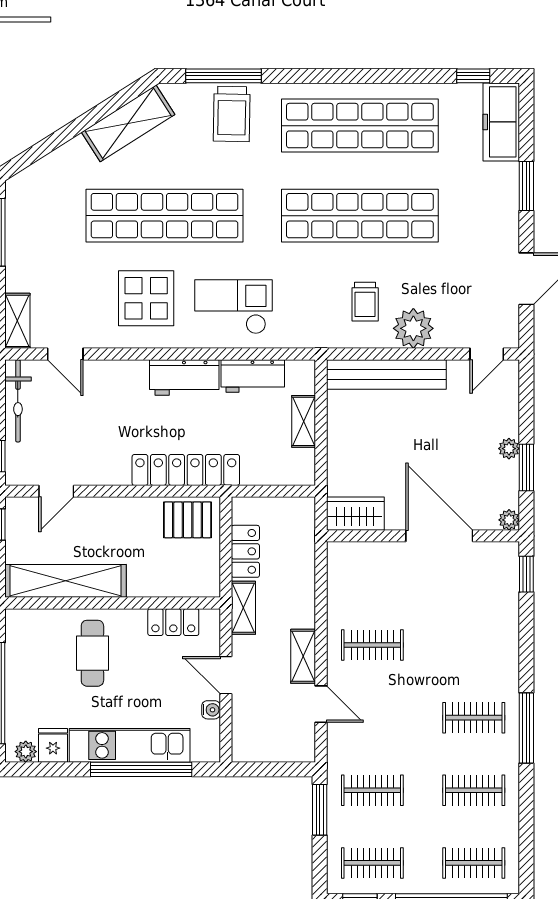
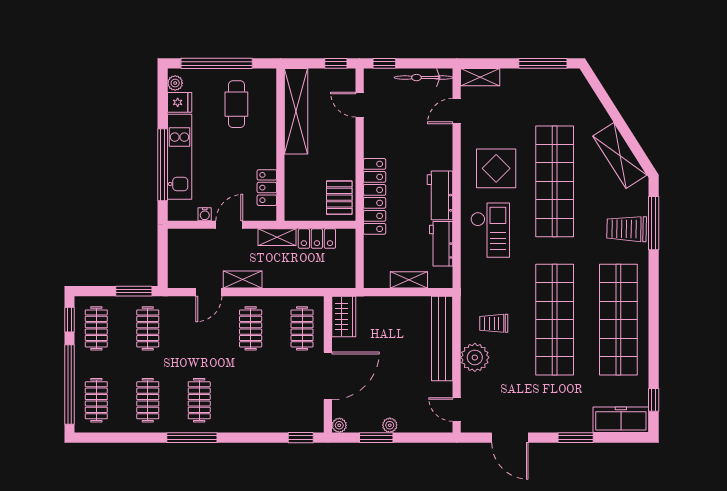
clothes rail: (372, 572) -> (302, 328), added
cafe table: (92, 653) -> (236, 104), moved, turned 90

